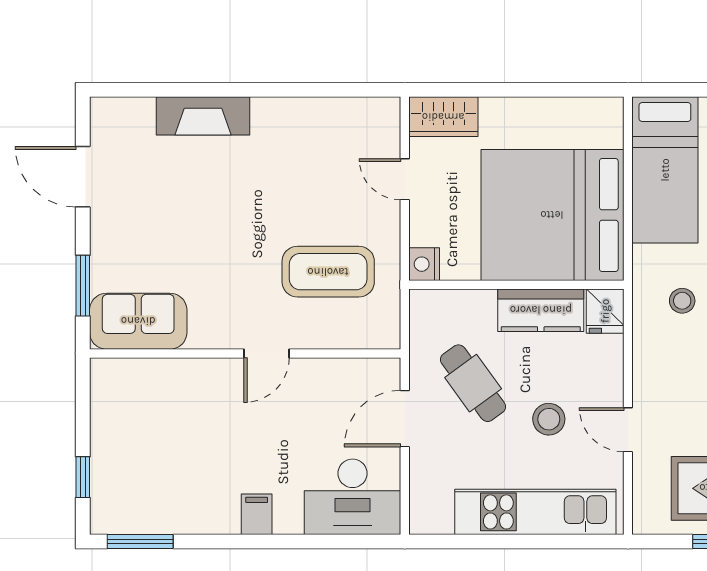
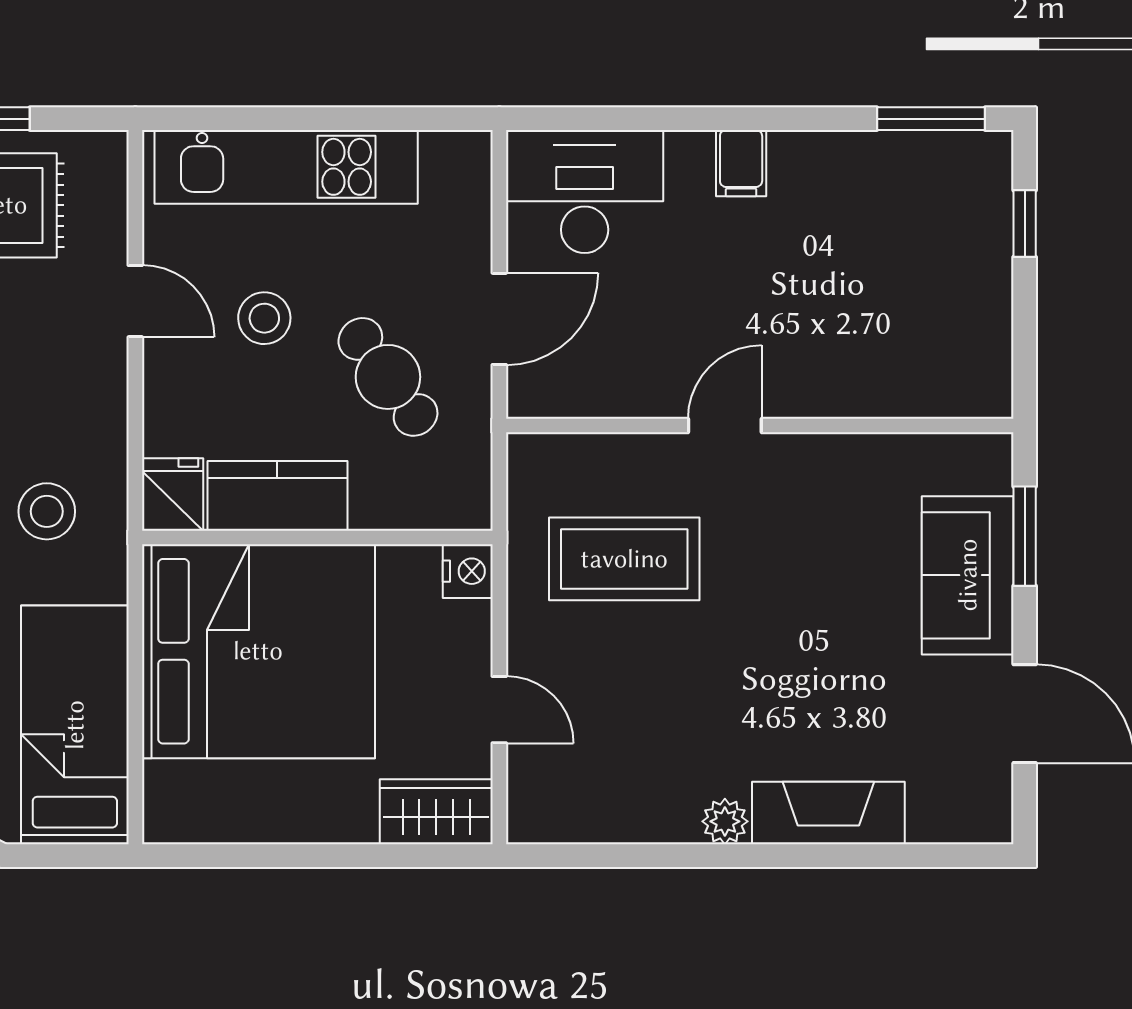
plant: (267, 111) -> (725, 821), added
stool: (682, 301) -> (47, 511), width x1.37, depth x1.37
sofa: (138, 321) -> (968, 575), moved, turned 90

